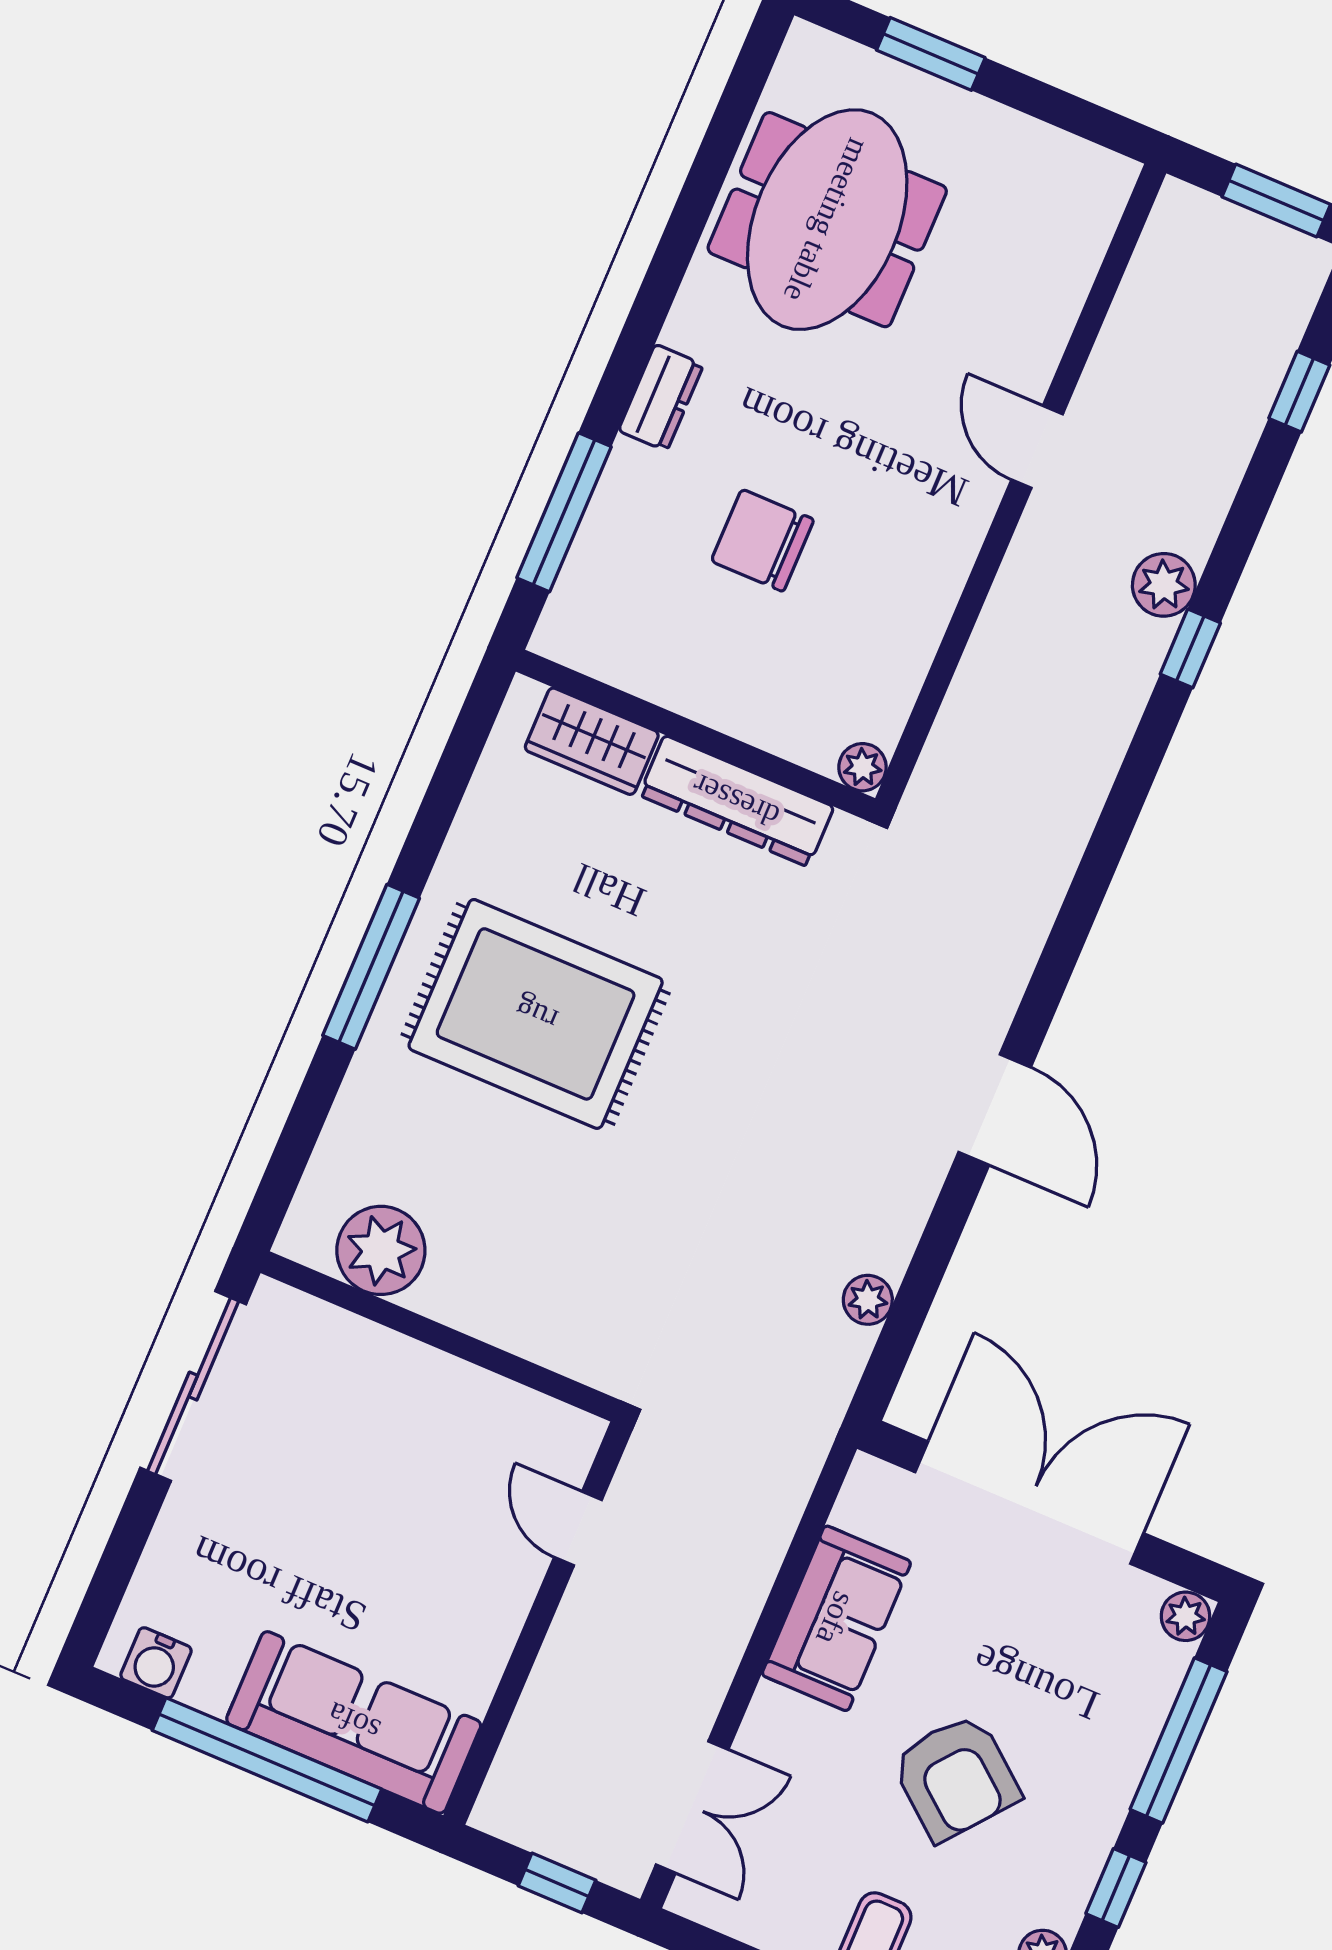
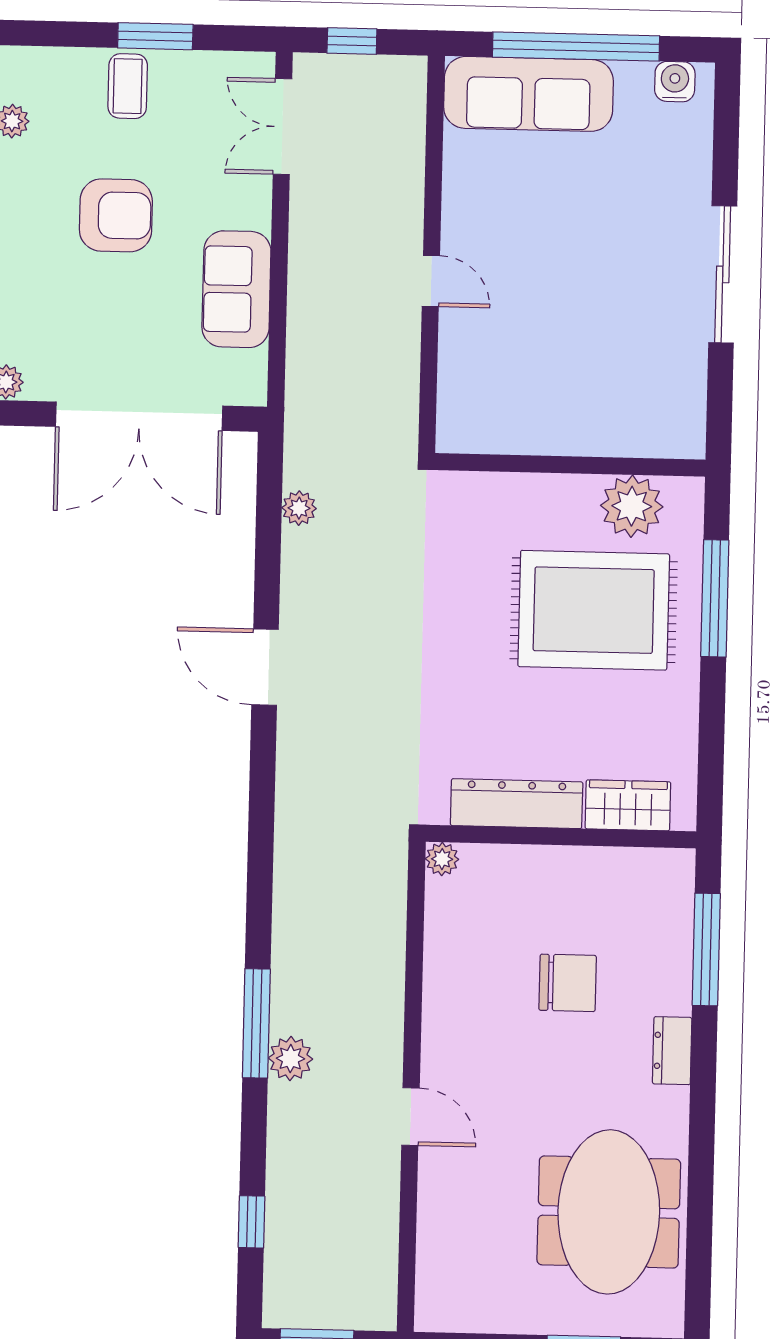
window: (1190, 648) -> (256, 1023), width x2.17
plant: (381, 1250) -> (632, 506), moved
wall: (440, 1336) -> (570, 465), moved
armchair: (956, 1777) -> (116, 215), turned 141

